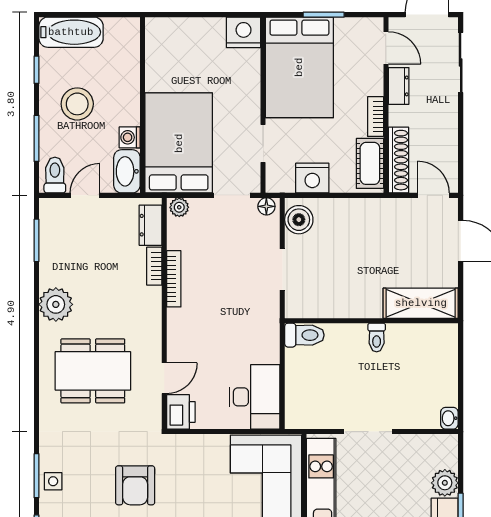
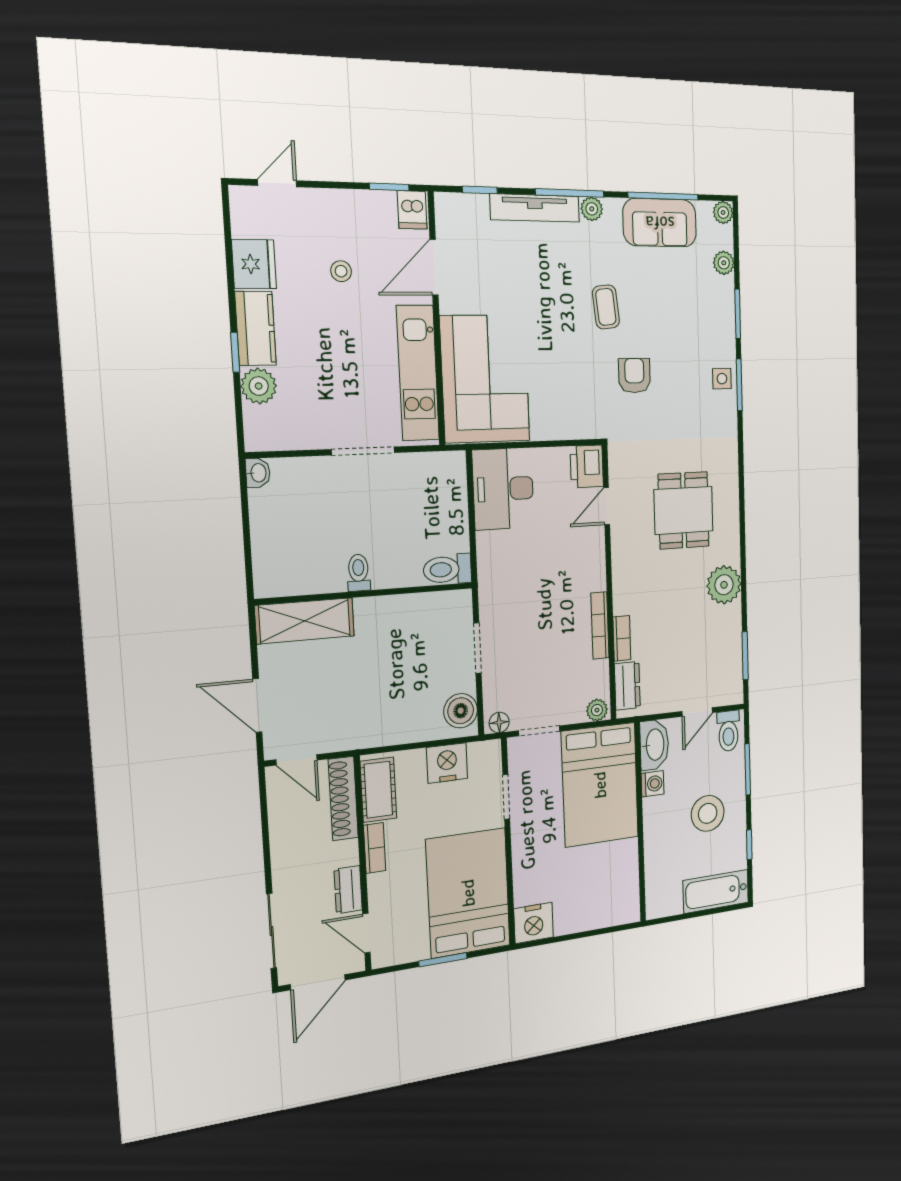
dining table: (93, 371) -> (684, 510), width x0.73
armchair: (135, 485) -> (634, 375), width x0.72, depth x0.72

